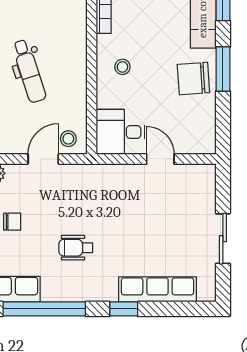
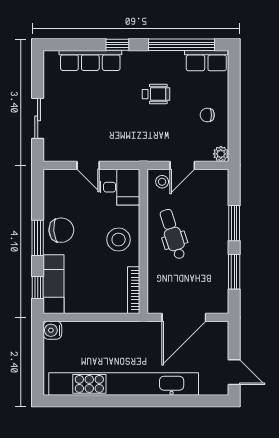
stool: (122, 67) -> (119, 240), width x1.89, depth x1.89
dental chair: (29, 71) -> (173, 234), moved
sliding door: (223, 239) -> (38, 118), moved

